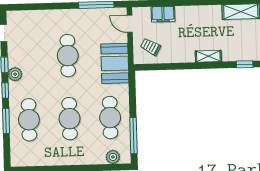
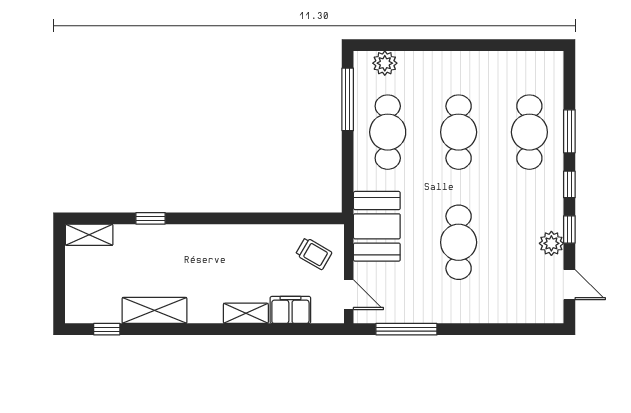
shelving: (208, 56) -> (246, 313), moved
plant: (15, 74) -> (551, 243), moved

